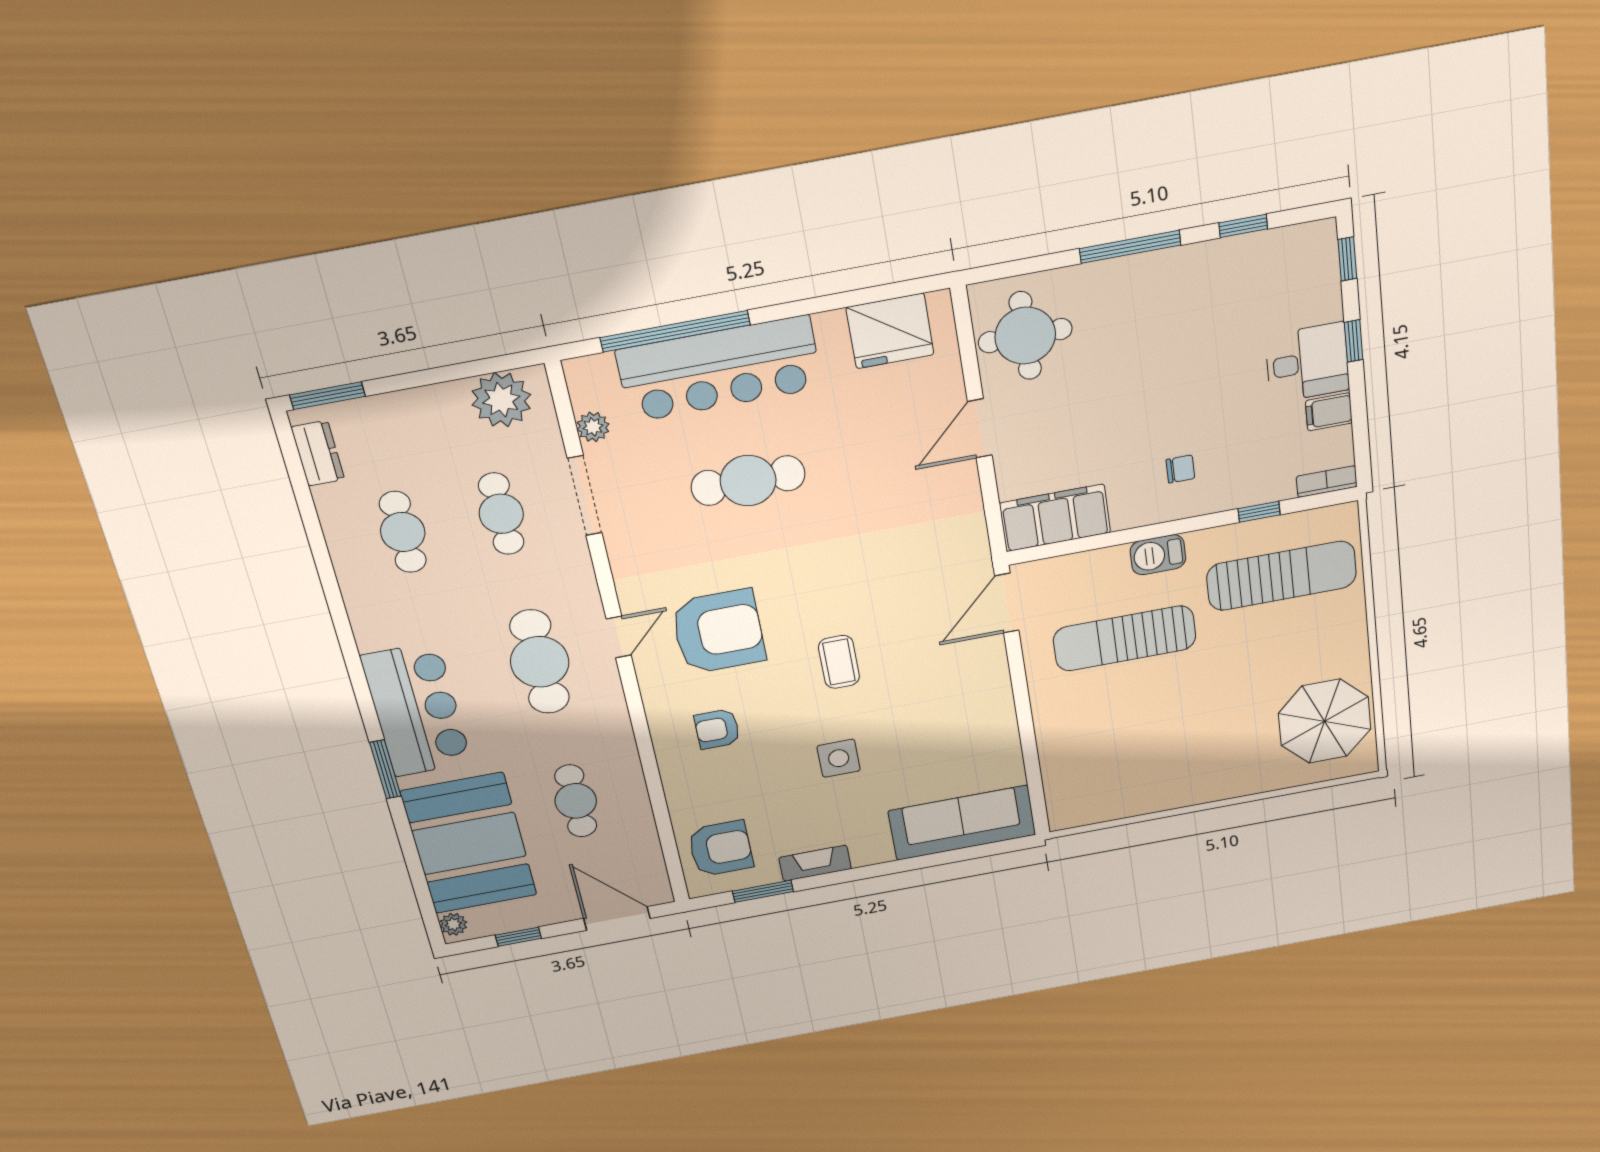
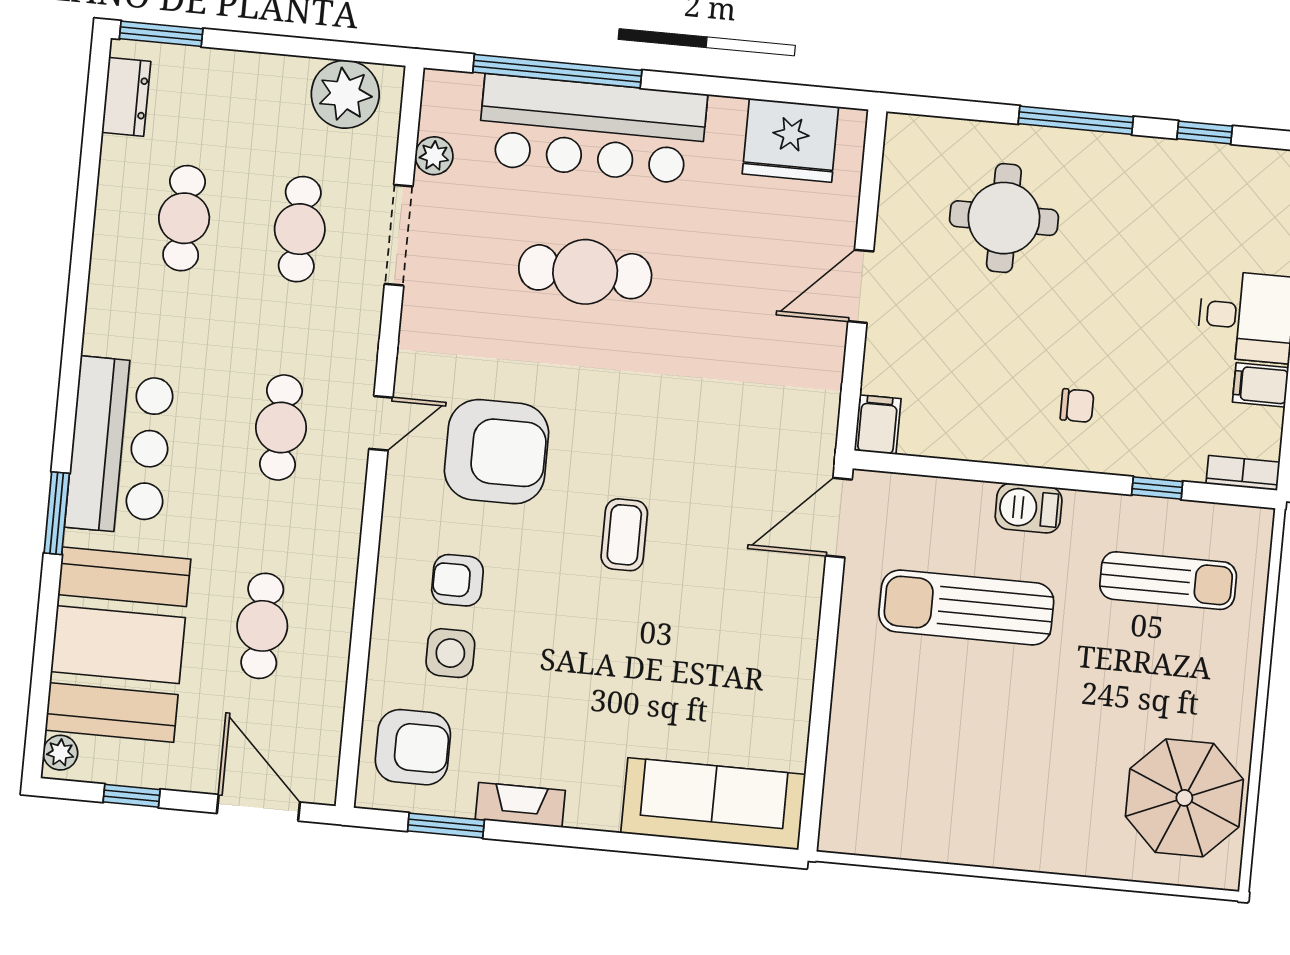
round table: (1025, 336) -> (1004, 218), moved
filing cabinet: (1055, 518) -> (878, 425), width x0.33, depth x0.86
sun lounger: (1282, 576) -> (1168, 581), width x0.73, depth x0.75
cafe table: (540, 662) -> (281, 427), width x0.73, depth x0.74
side table: (839, 758) -> (450, 653), moved

